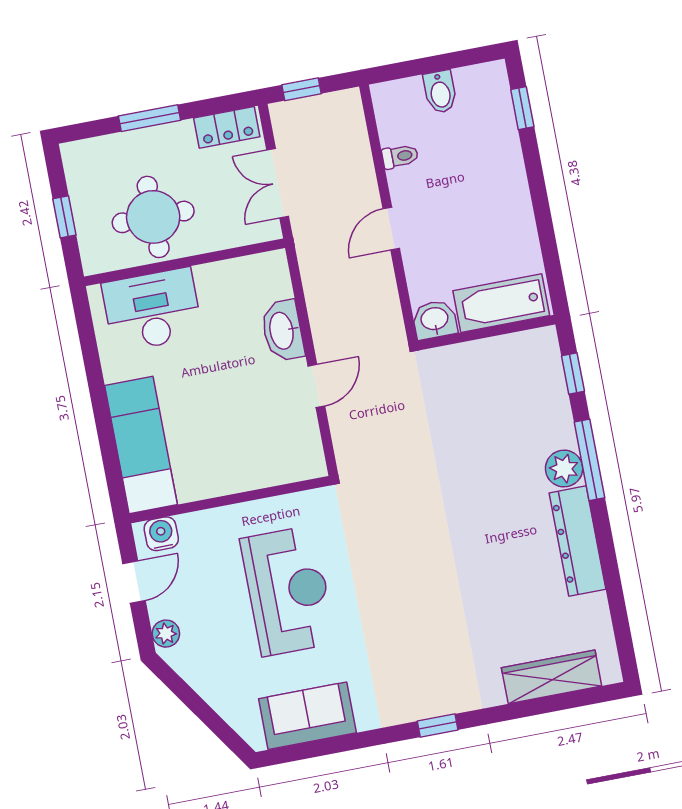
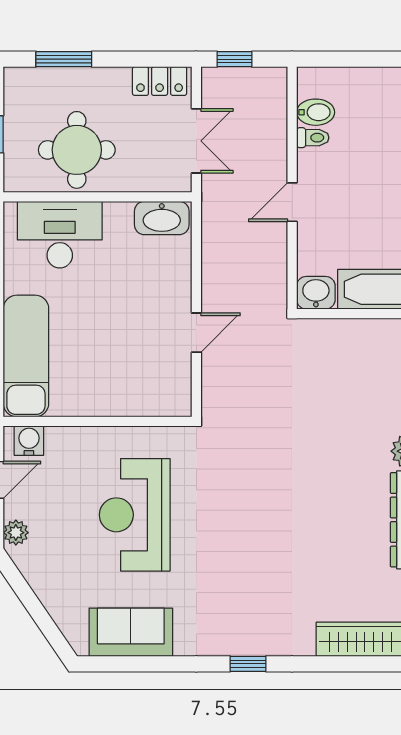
bidet: (440, 92) -> (316, 112), moved, turned -90
window: (149, 118) -> (64, 59), moved
double door: (278, 183) -> (196, 141), swing flipped
washbasin: (283, 331) -> (162, 218), moved, turned -90
reception desk: (288, 591) -> (135, 515), turned 180

